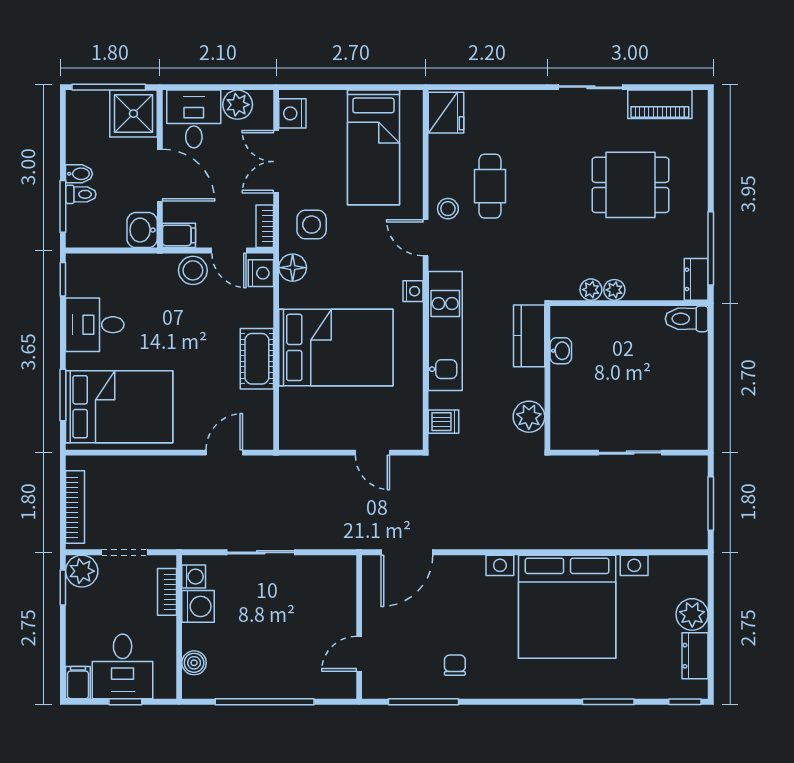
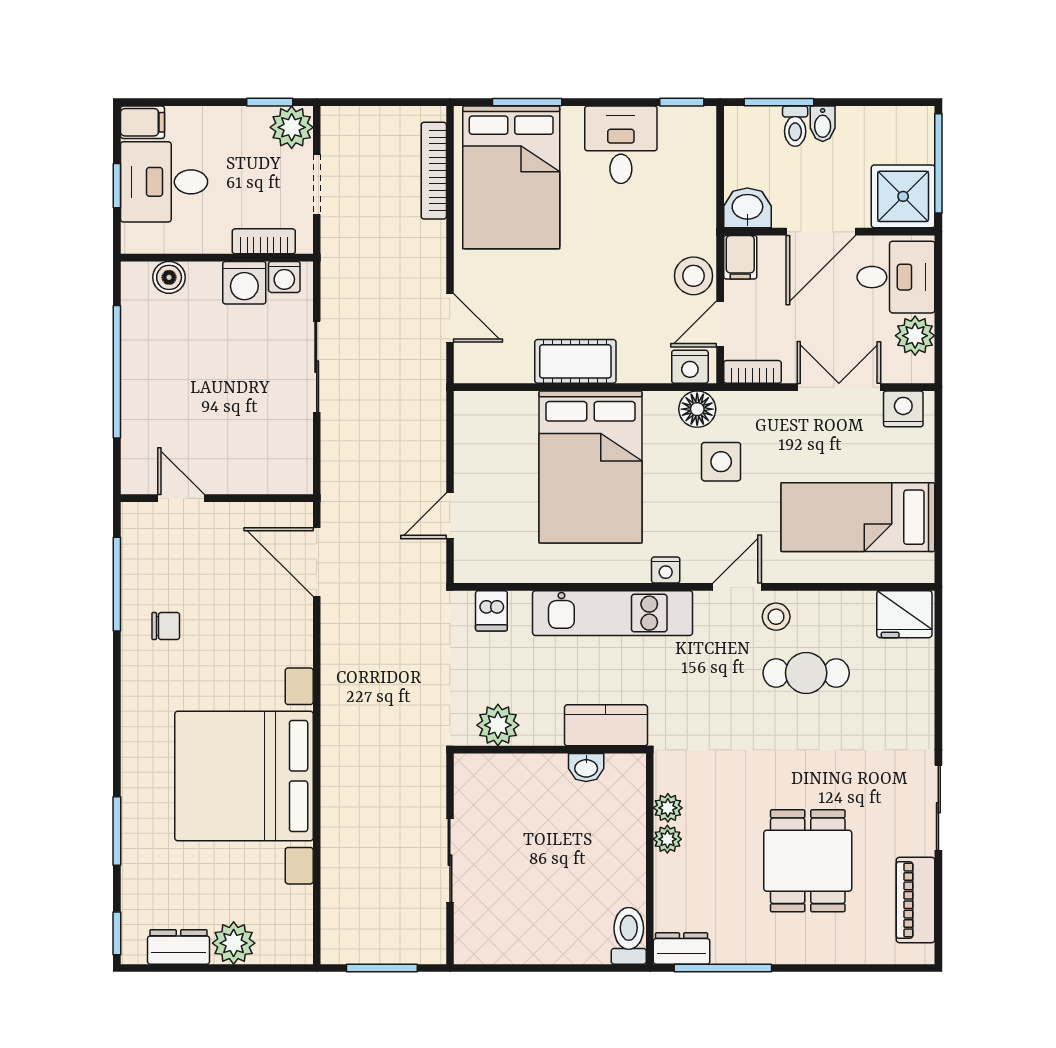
side table: (312, 225) -> (721, 462), moved
bookcase: (75, 507) -> (434, 171), moved, turned 90

